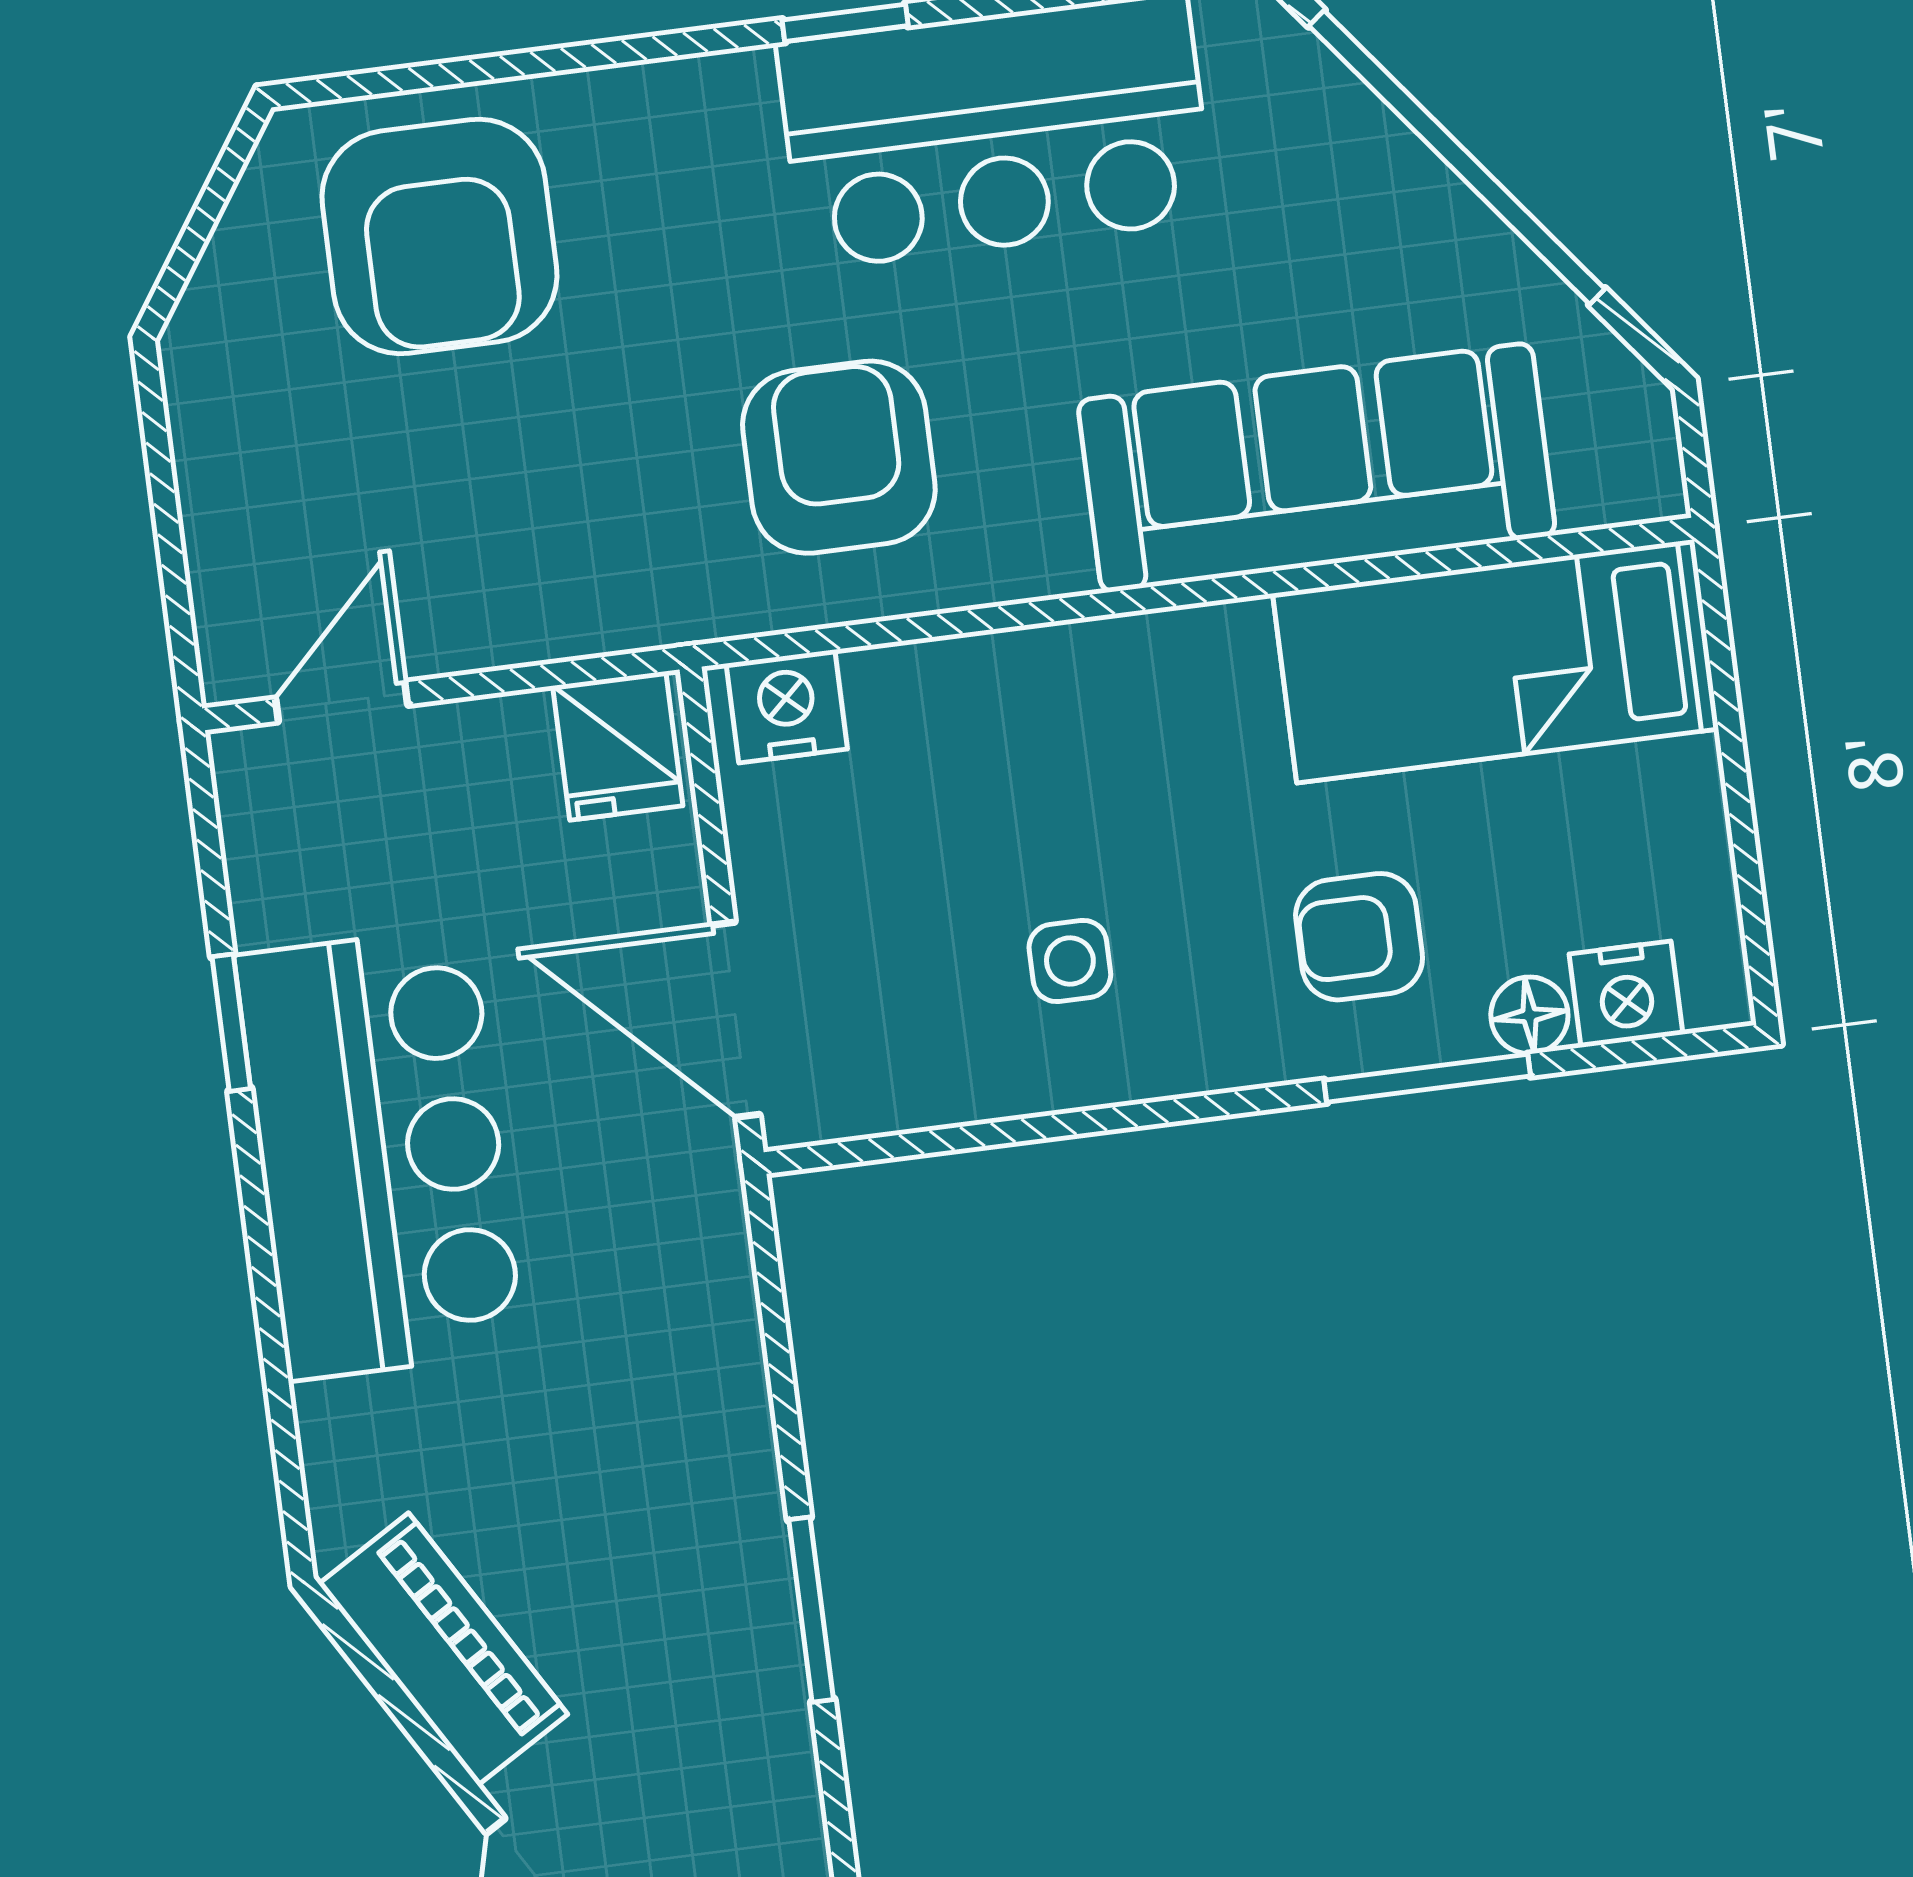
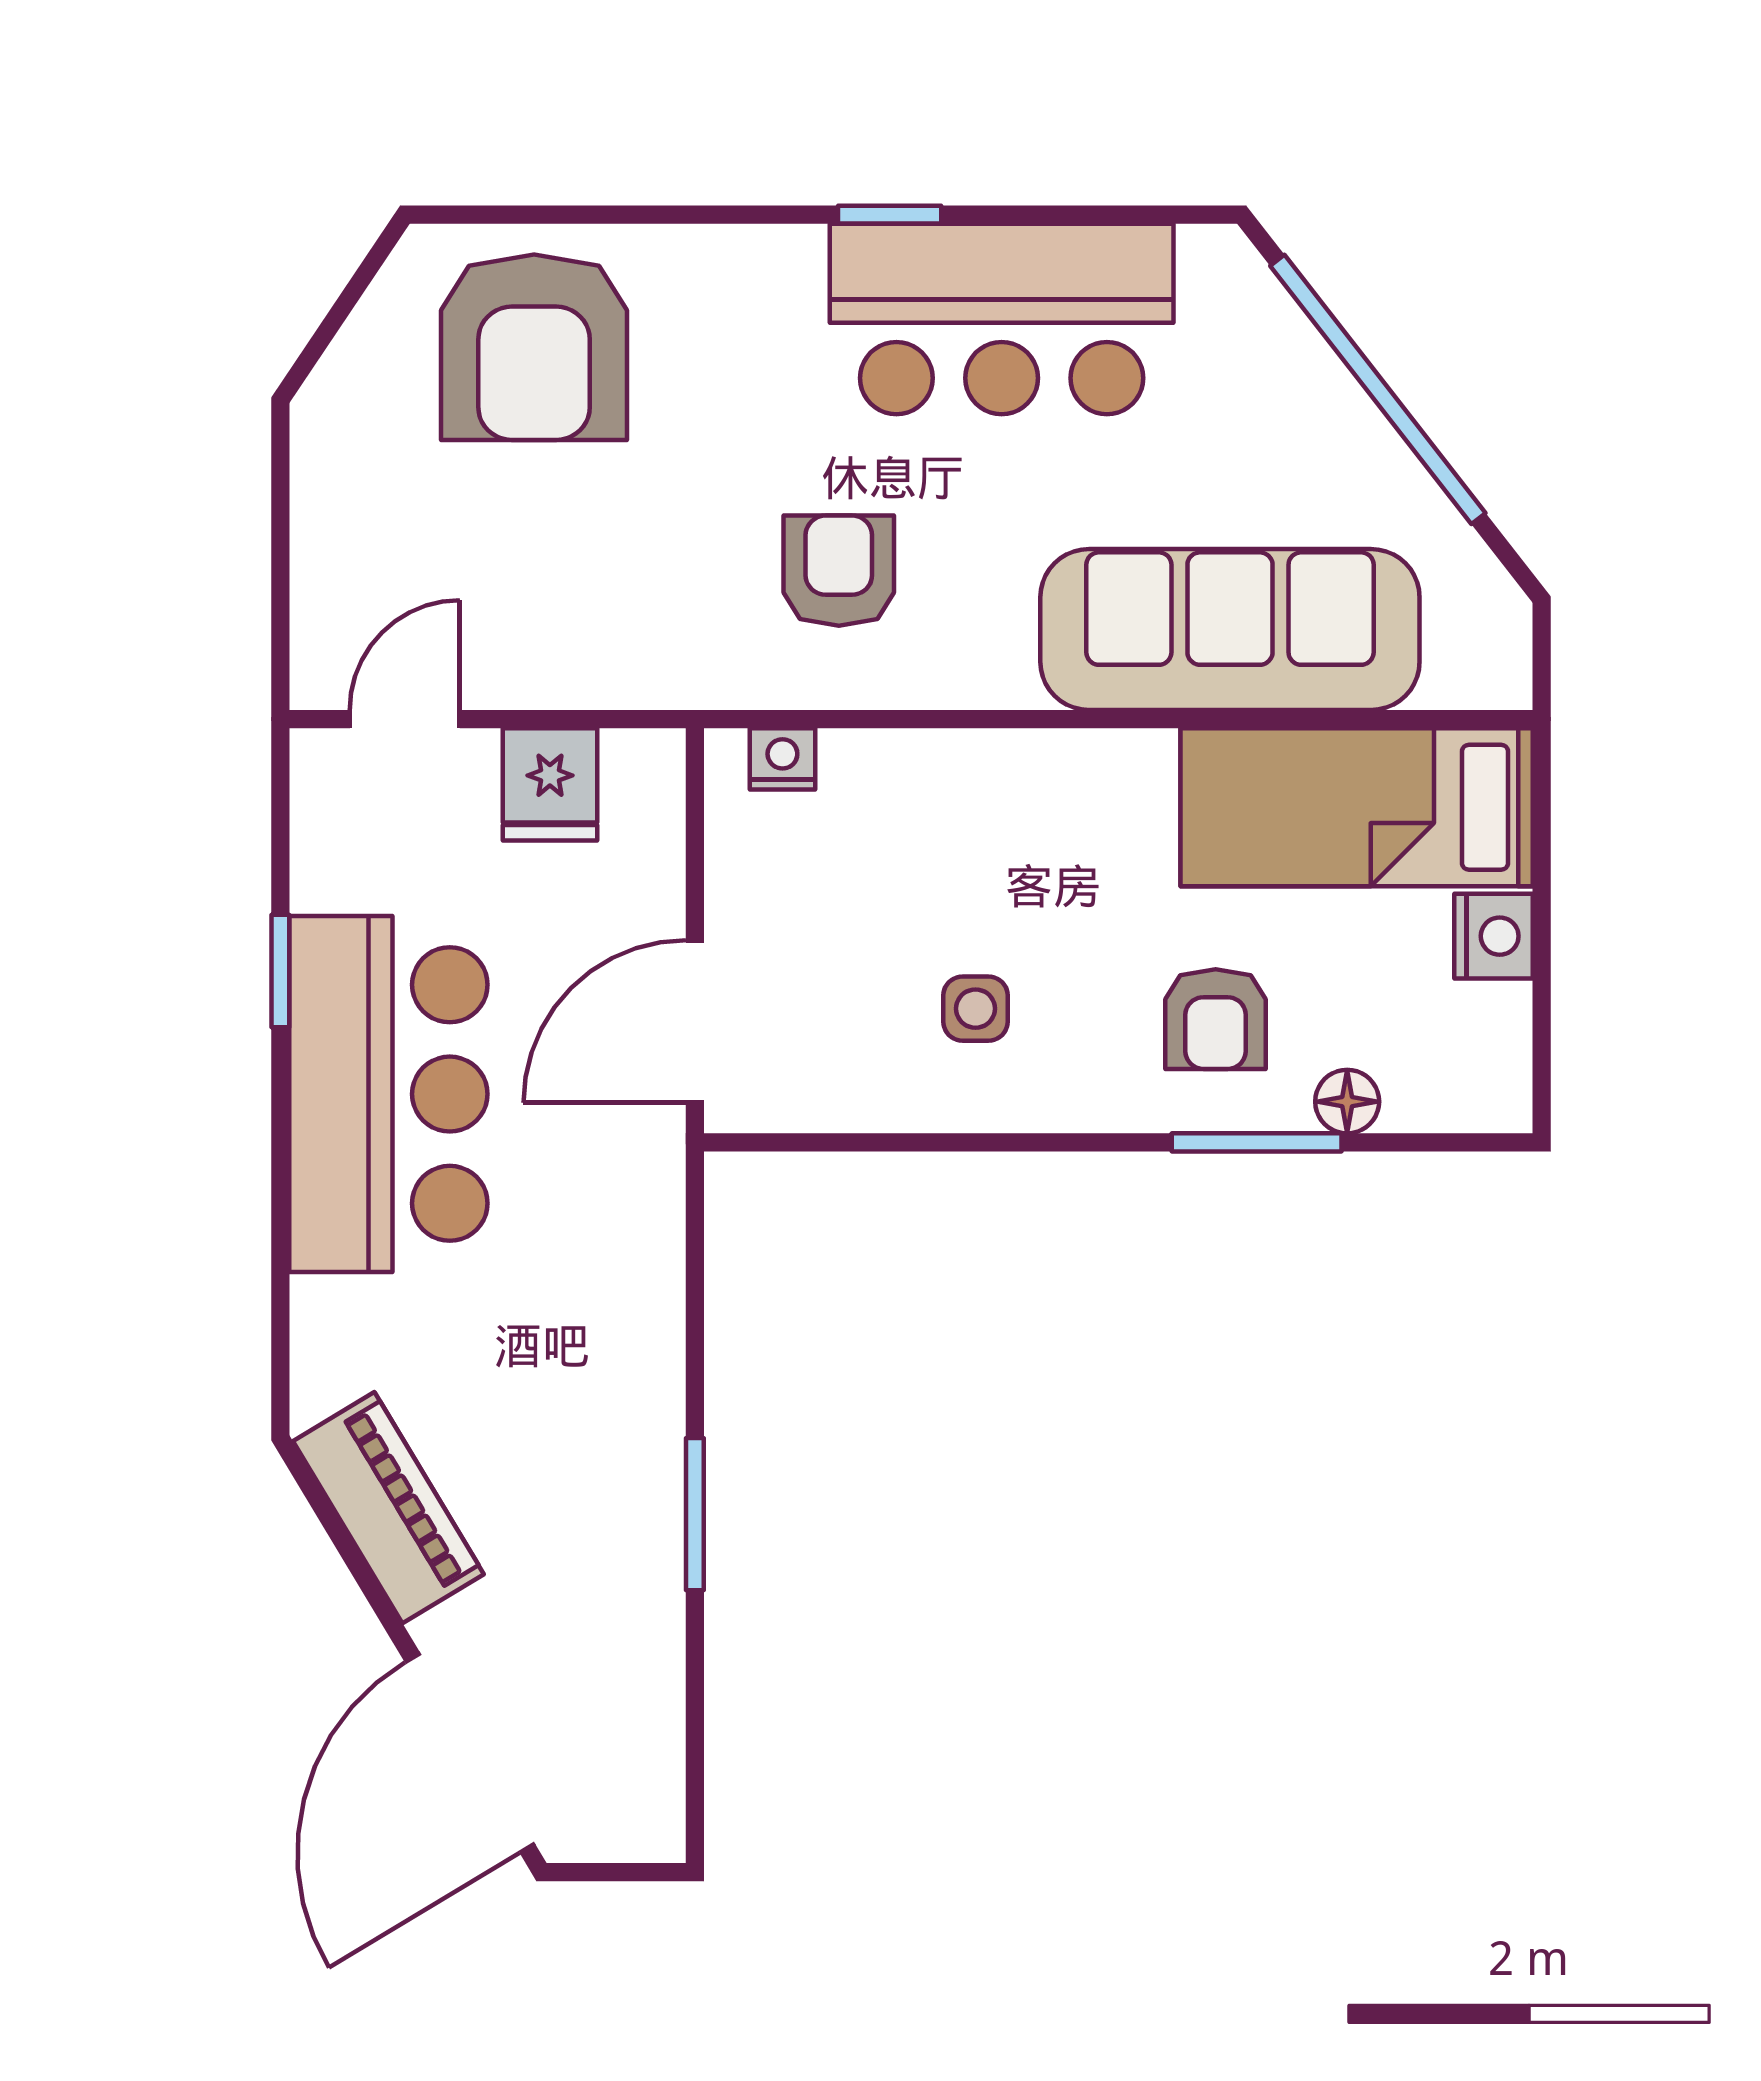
armchair: (839, 457) -> (839, 571), width x0.72, depth x0.72
nightstand: (787, 706) -> (782, 759), width x0.72, depth x0.74
fridge: (618, 746) -> (550, 784), moved
armchair: (1359, 937) -> (1216, 1019), turned -90
nightstand: (1626, 994) -> (1493, 936), moved, turned -90
door: (736, 1020) -> (695, 1022), hinge flipped

